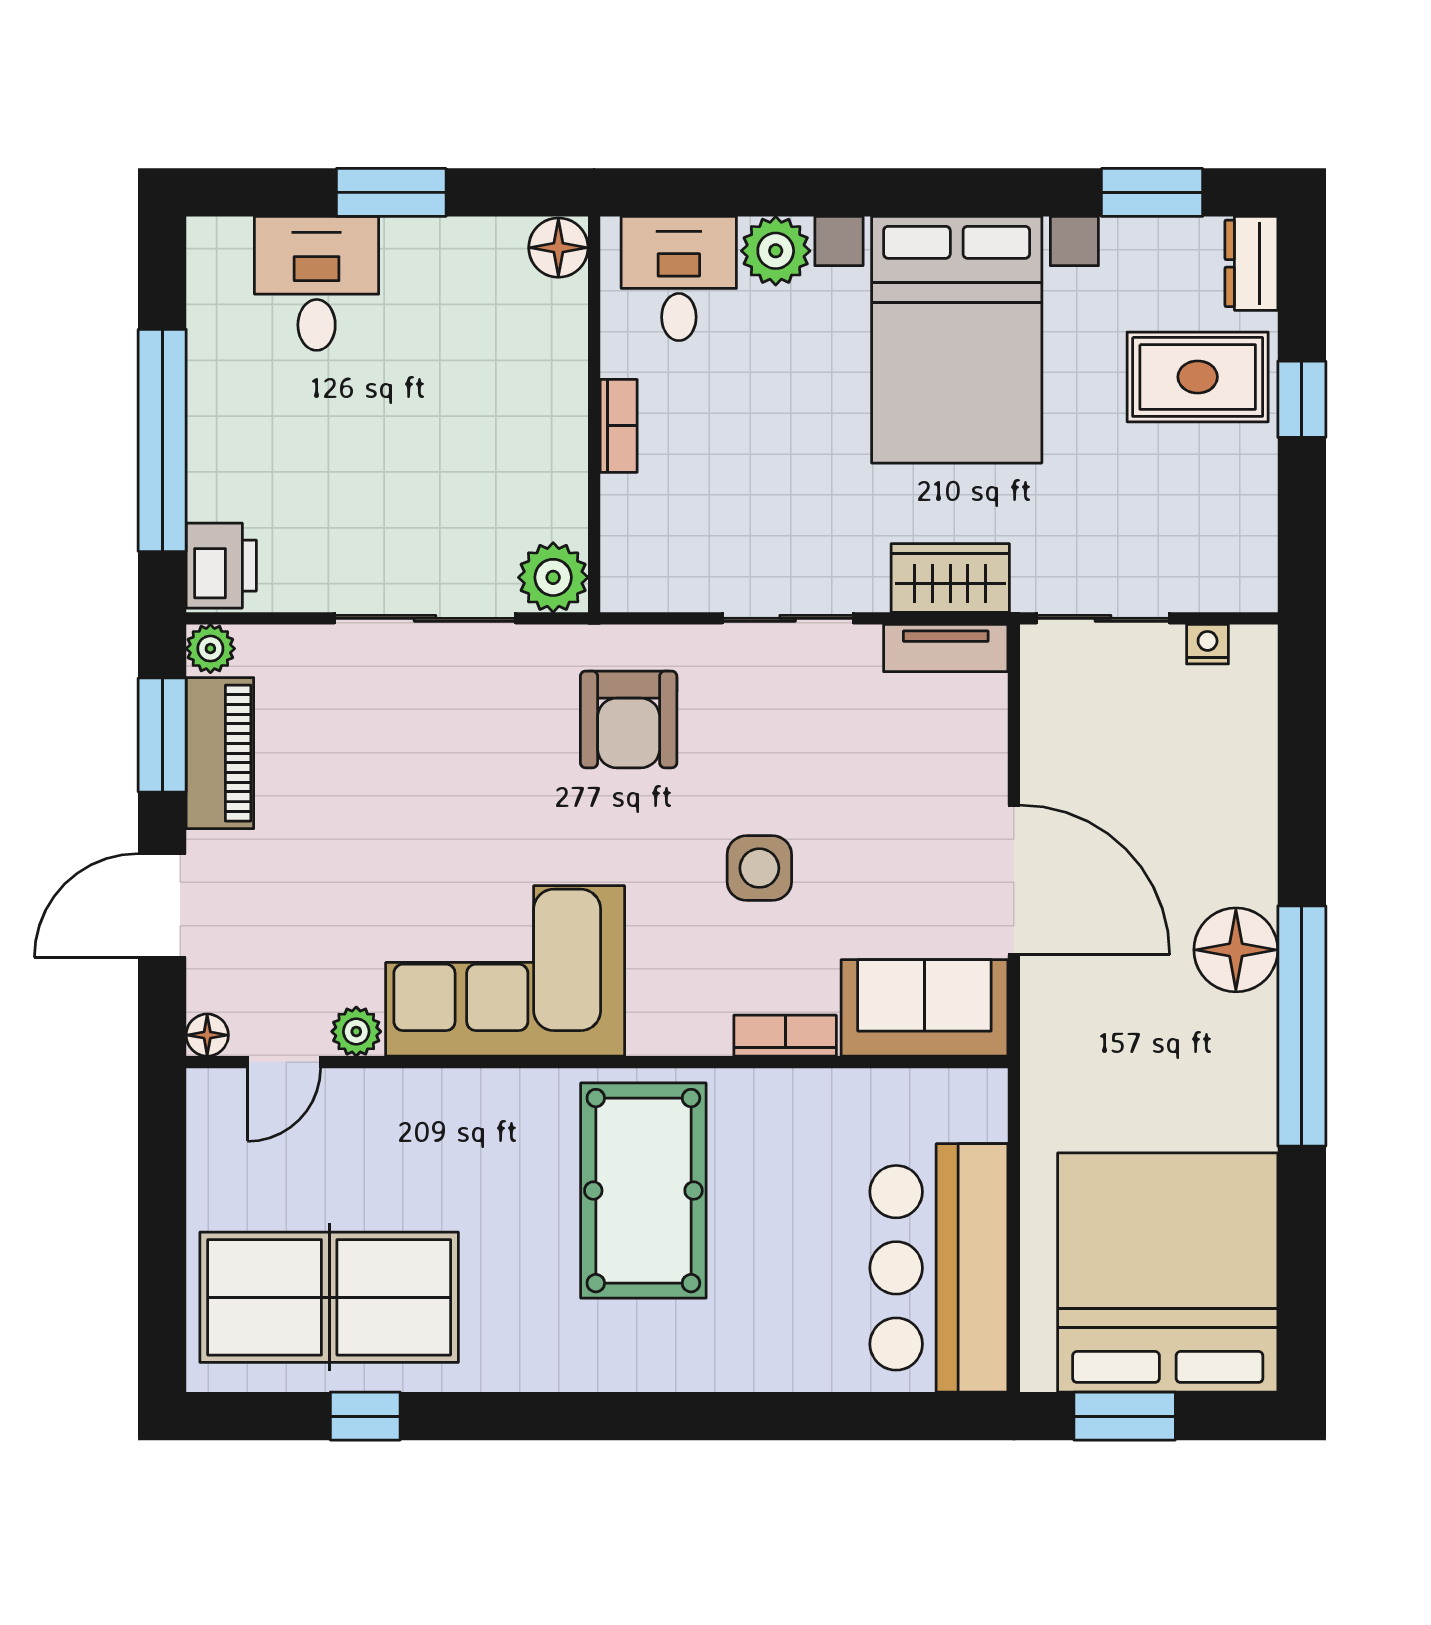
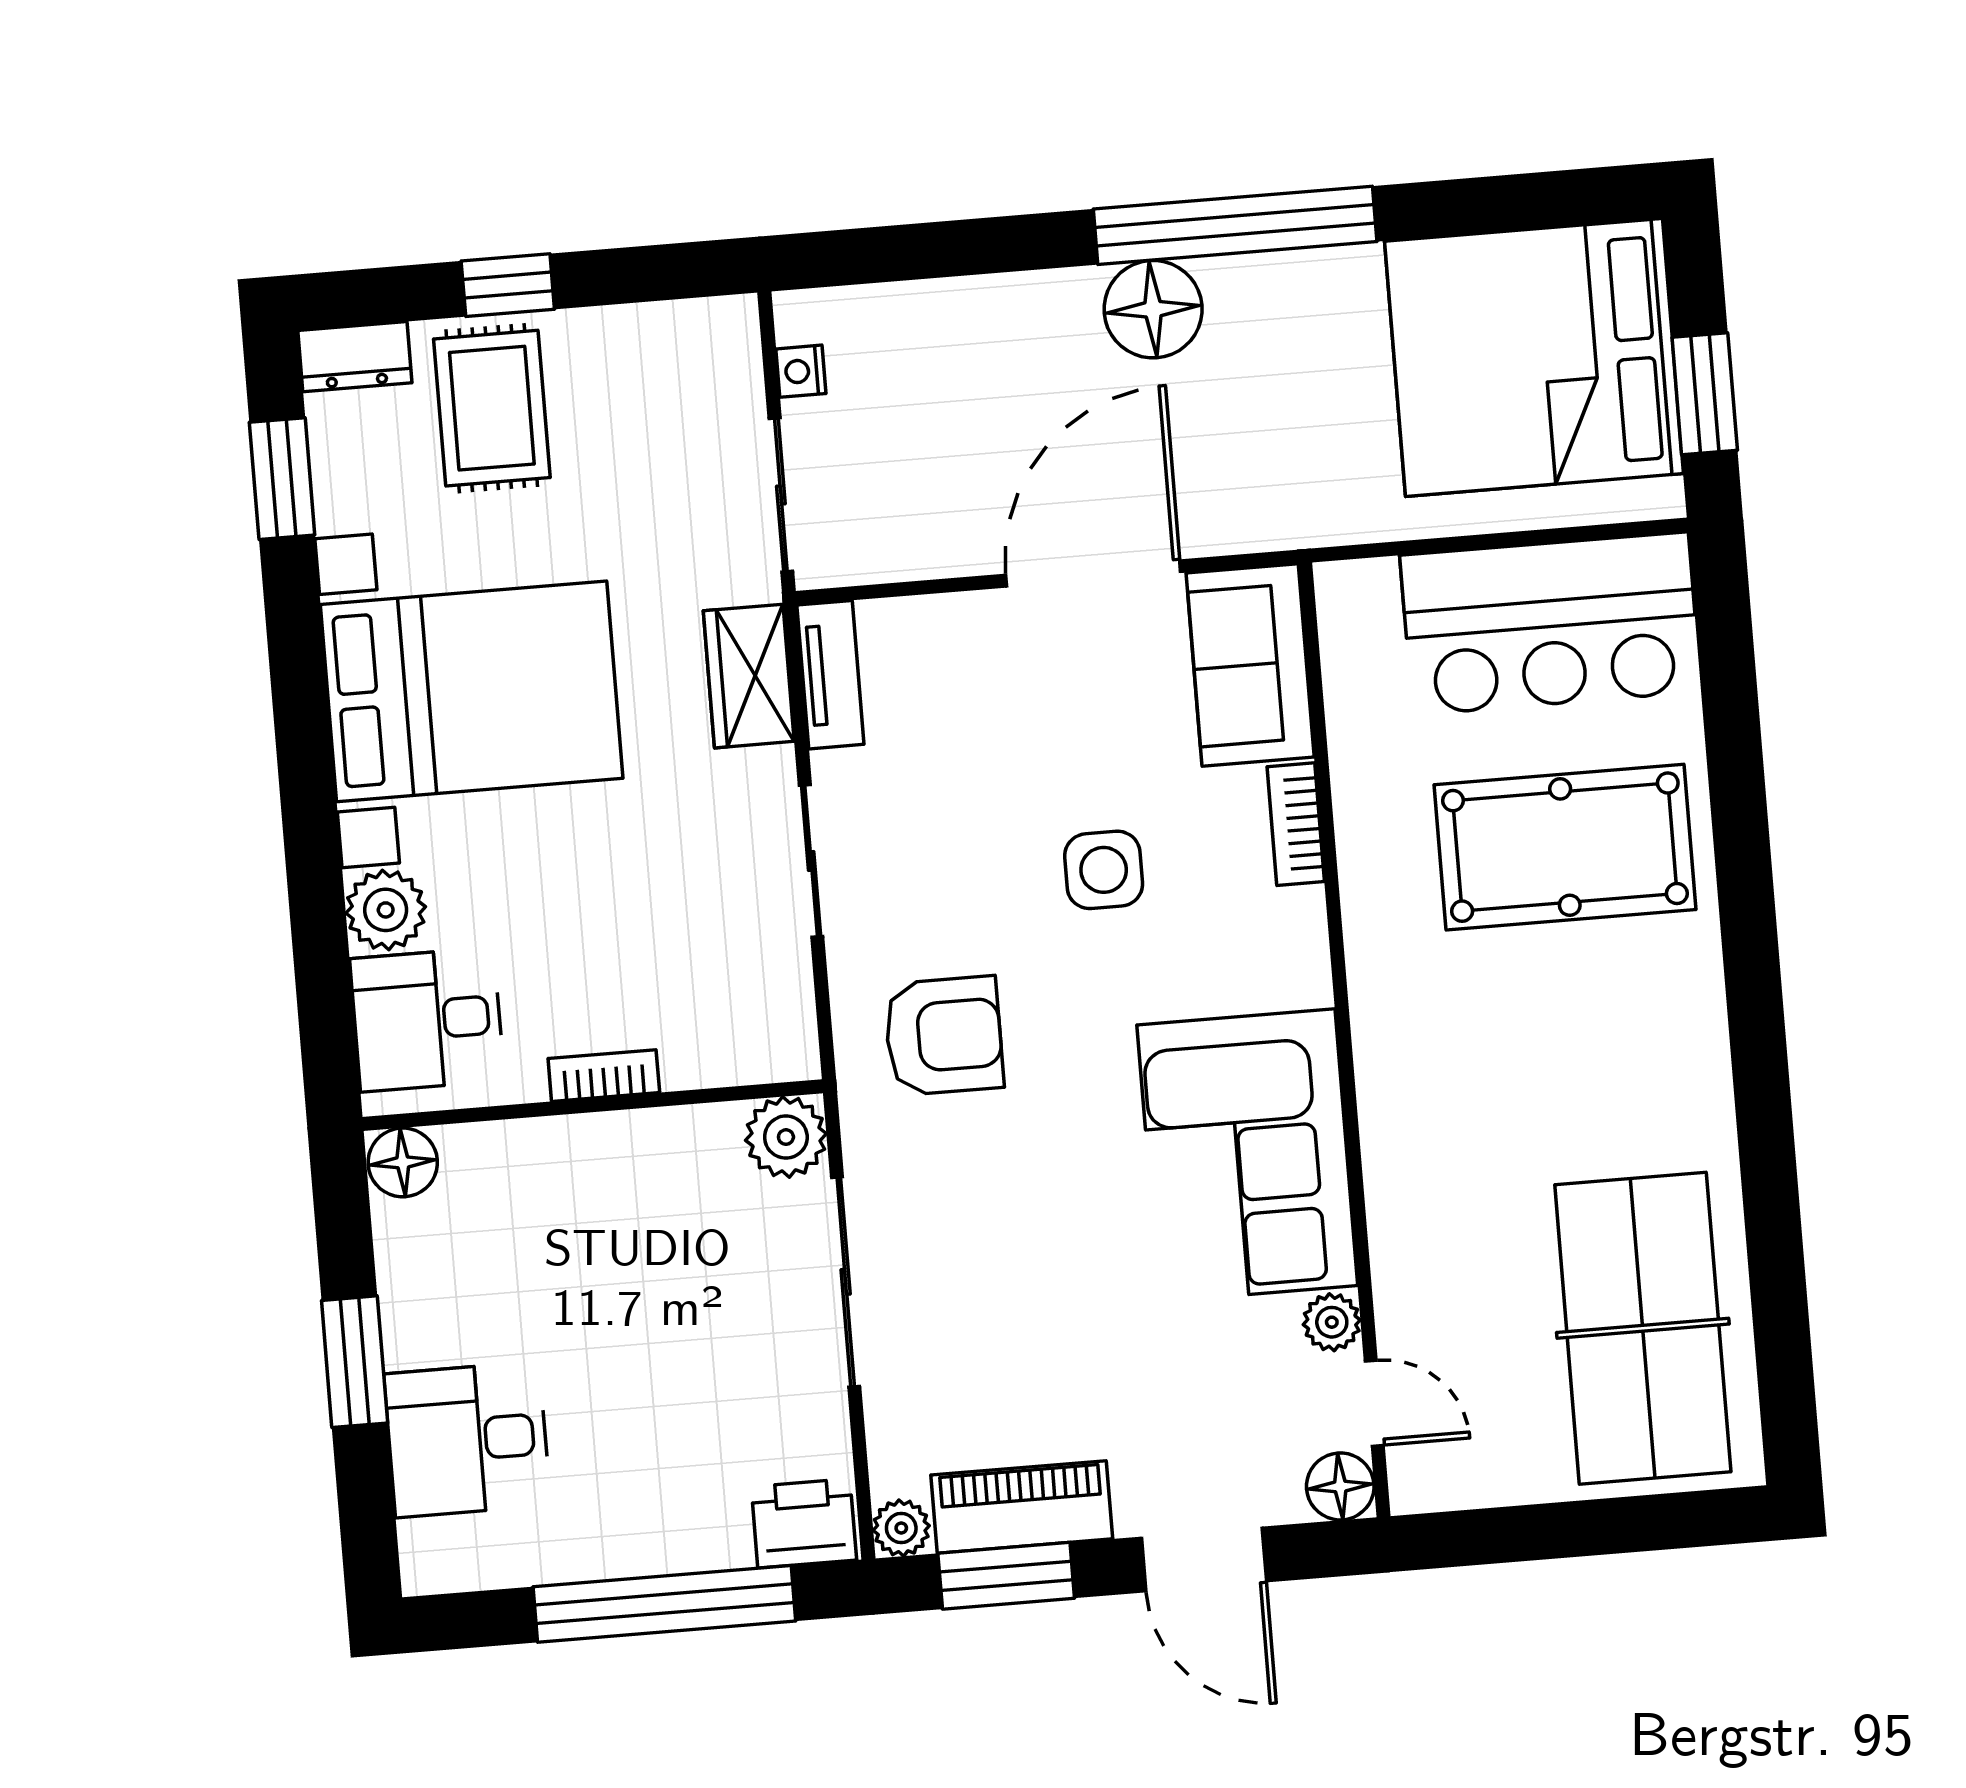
floor lamp: (207, 1035) -> (1340, 1486), width x1.37, depth x1.37
pool table: (643, 1191) -> (1565, 847), moved
window: (365, 1416) -> (1777, 1275), removed

